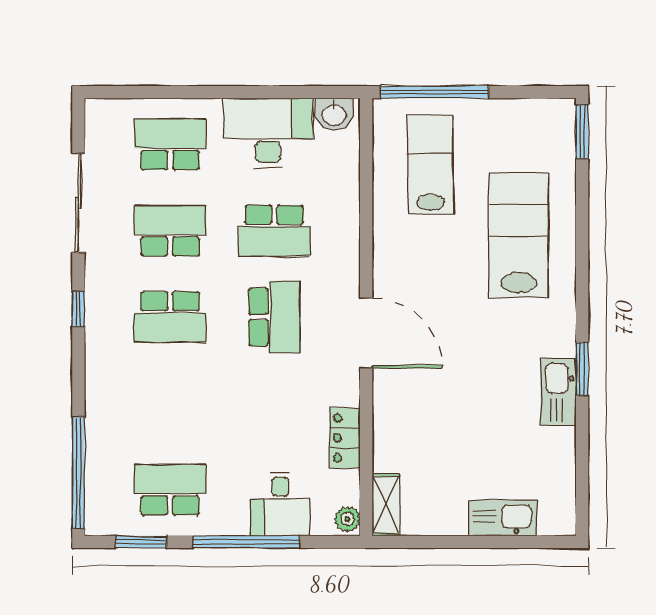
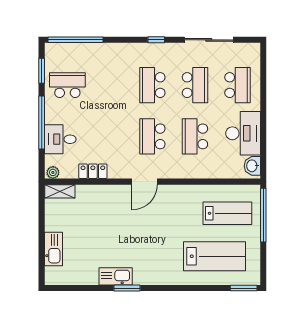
lab bench: (519, 235) -> (215, 256), moved
school desk: (274, 317) -> (152, 136), turned 90
door: (366, 333) -> (145, 182), width x0.73
school desk: (170, 490) -> (67, 85), turned -90

